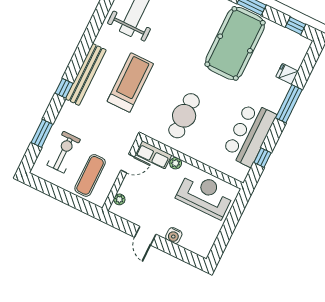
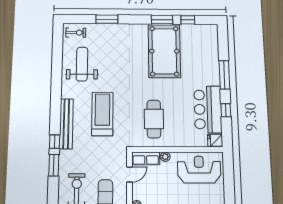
window: (295, 26) -> (188, 20), moved
fridge: (287, 74) -> (215, 140), moved
window: (42, 133) -> (54, 165), moved
window: (263, 158) -> (226, 110), moved

